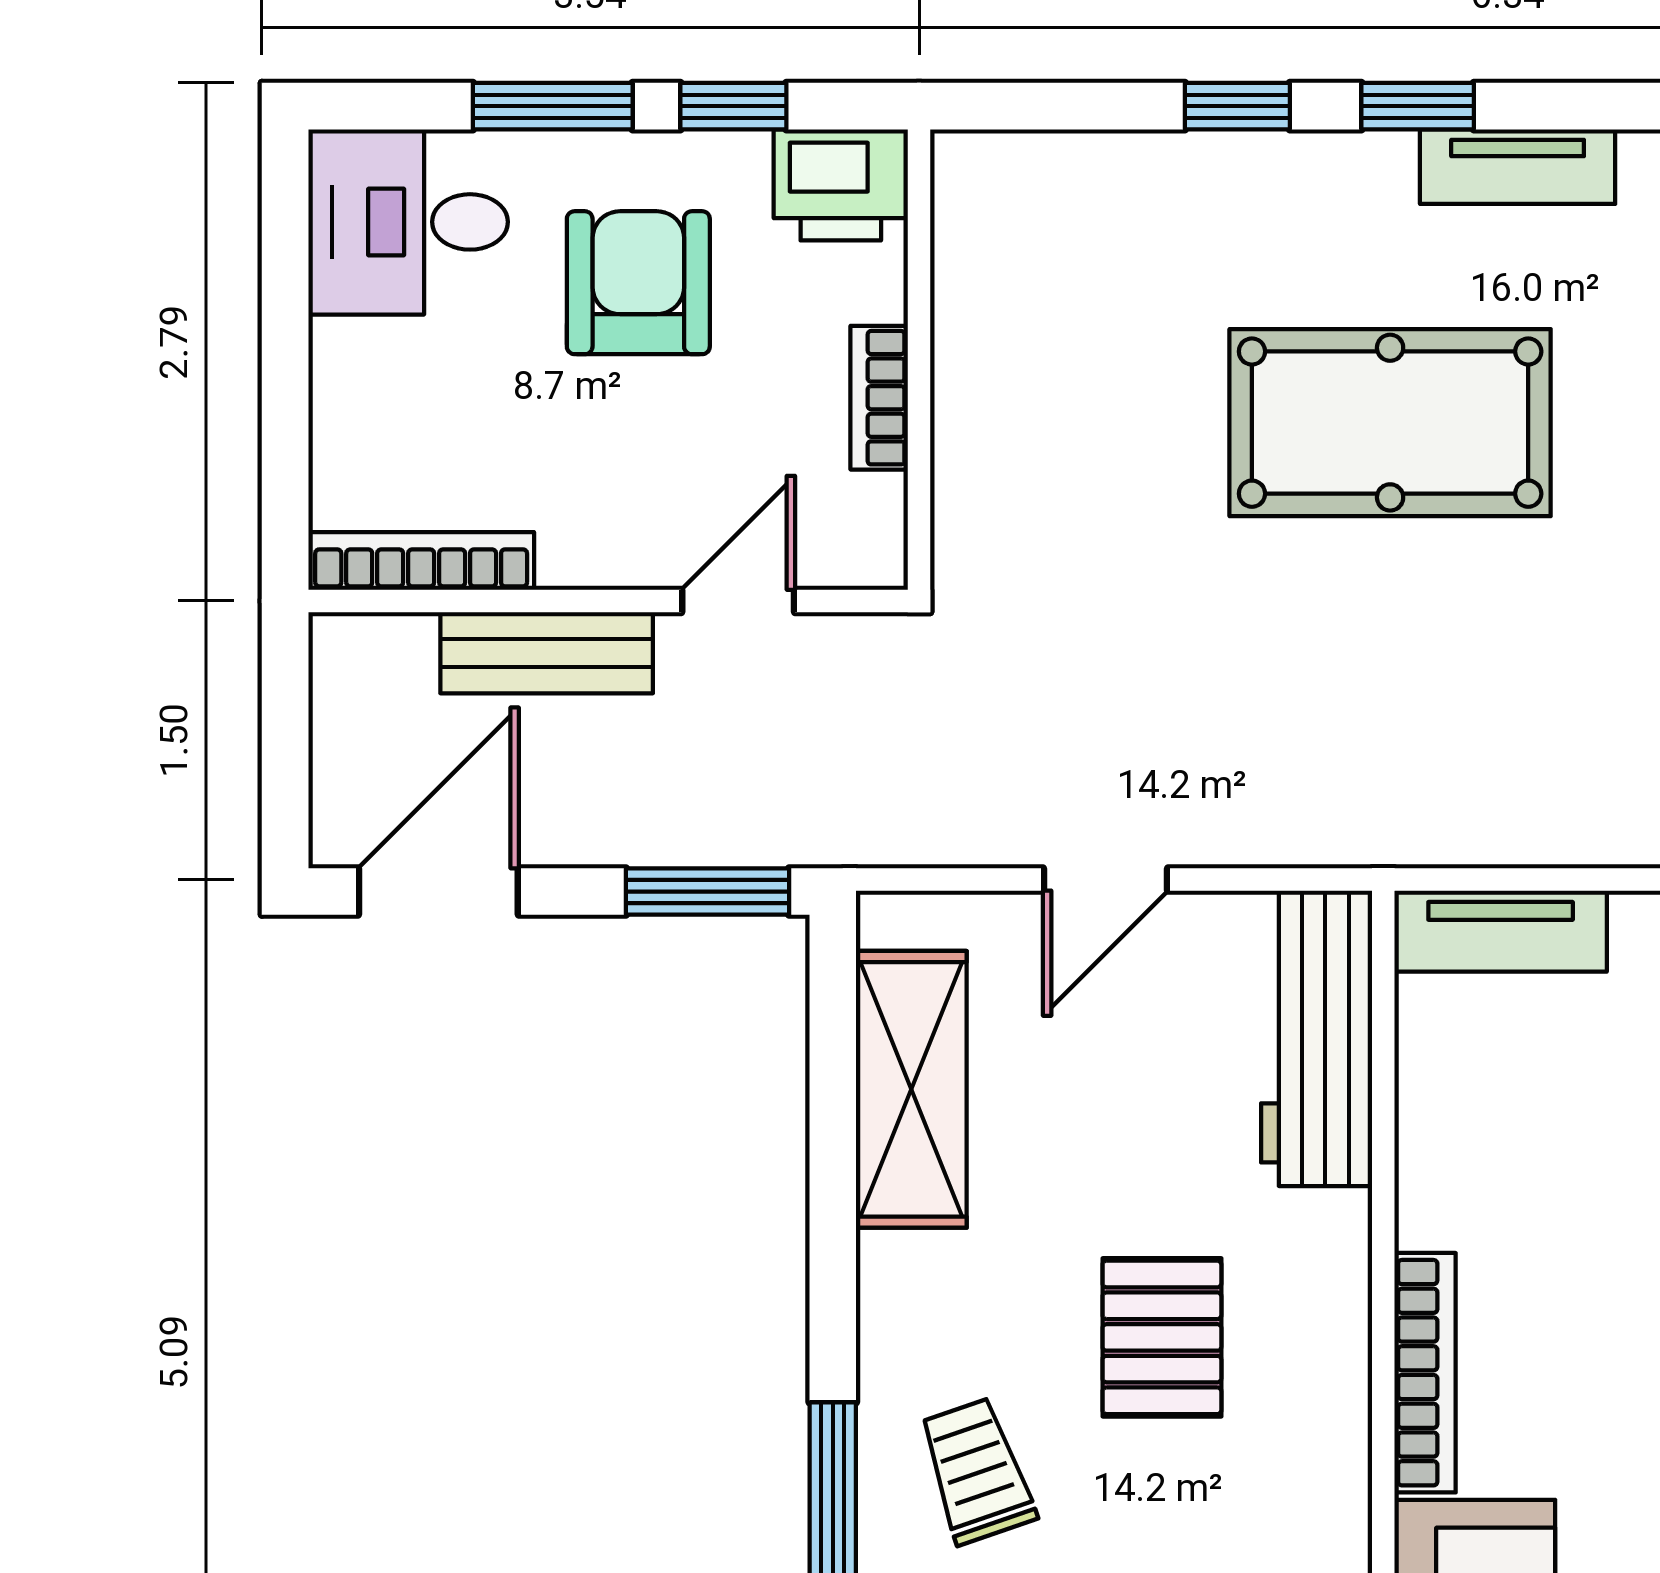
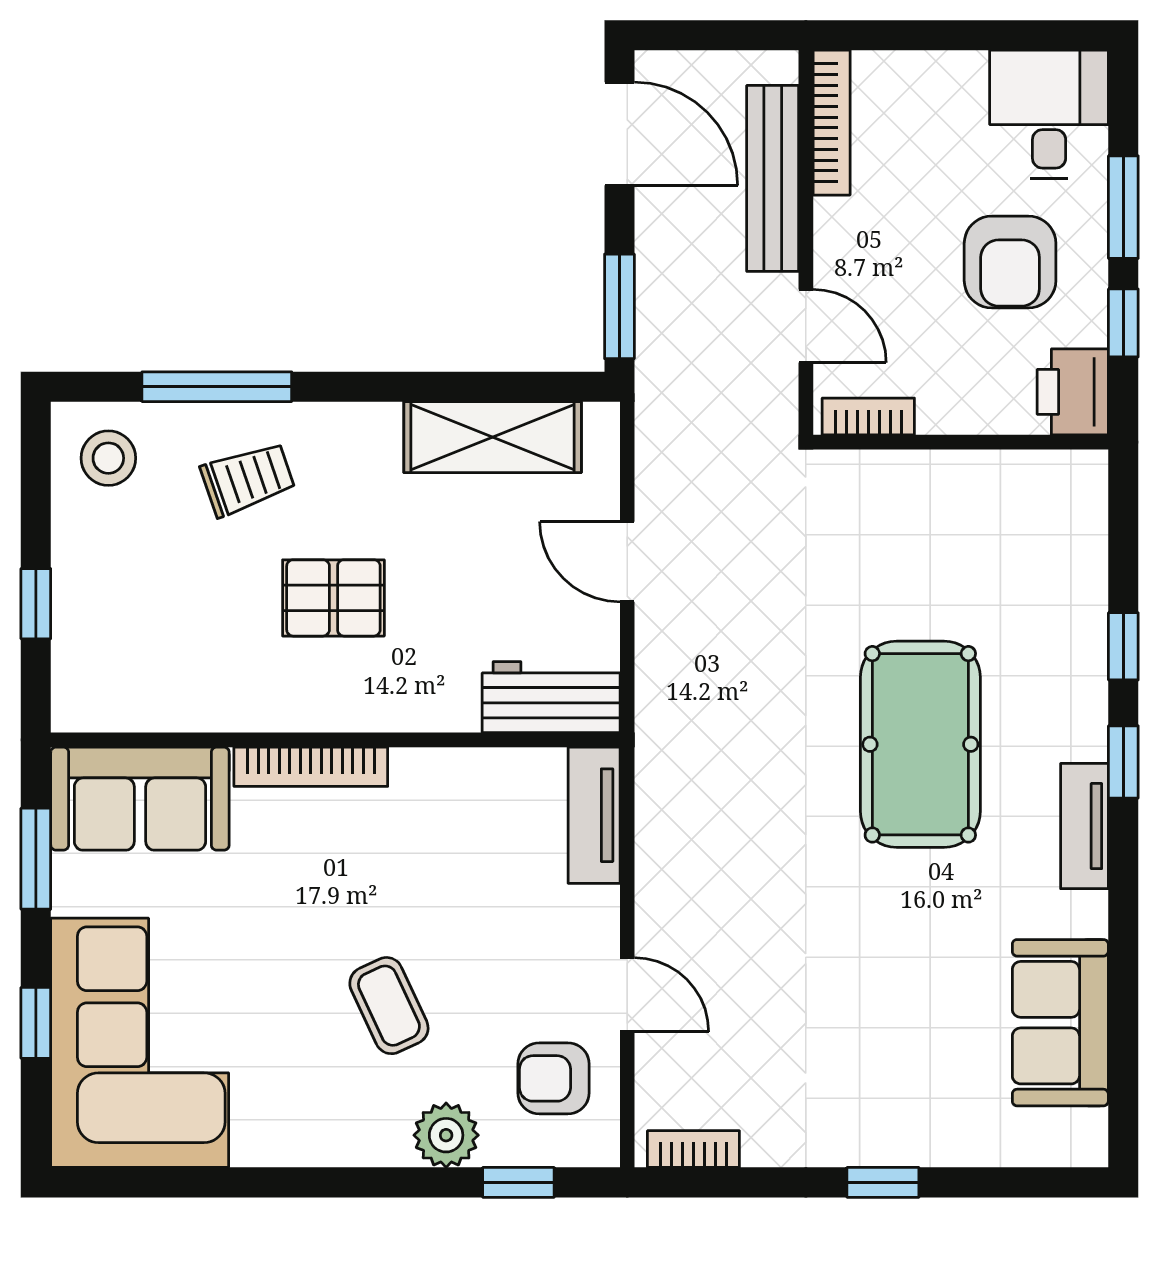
armchair: (638, 283) -> (1010, 262), turned 90
bookcase: (879, 398) -> (868, 417), moved
bench: (547, 653) -> (773, 178), width x1.36
workbench: (1317, 1038) -> (551, 697), width x0.73

